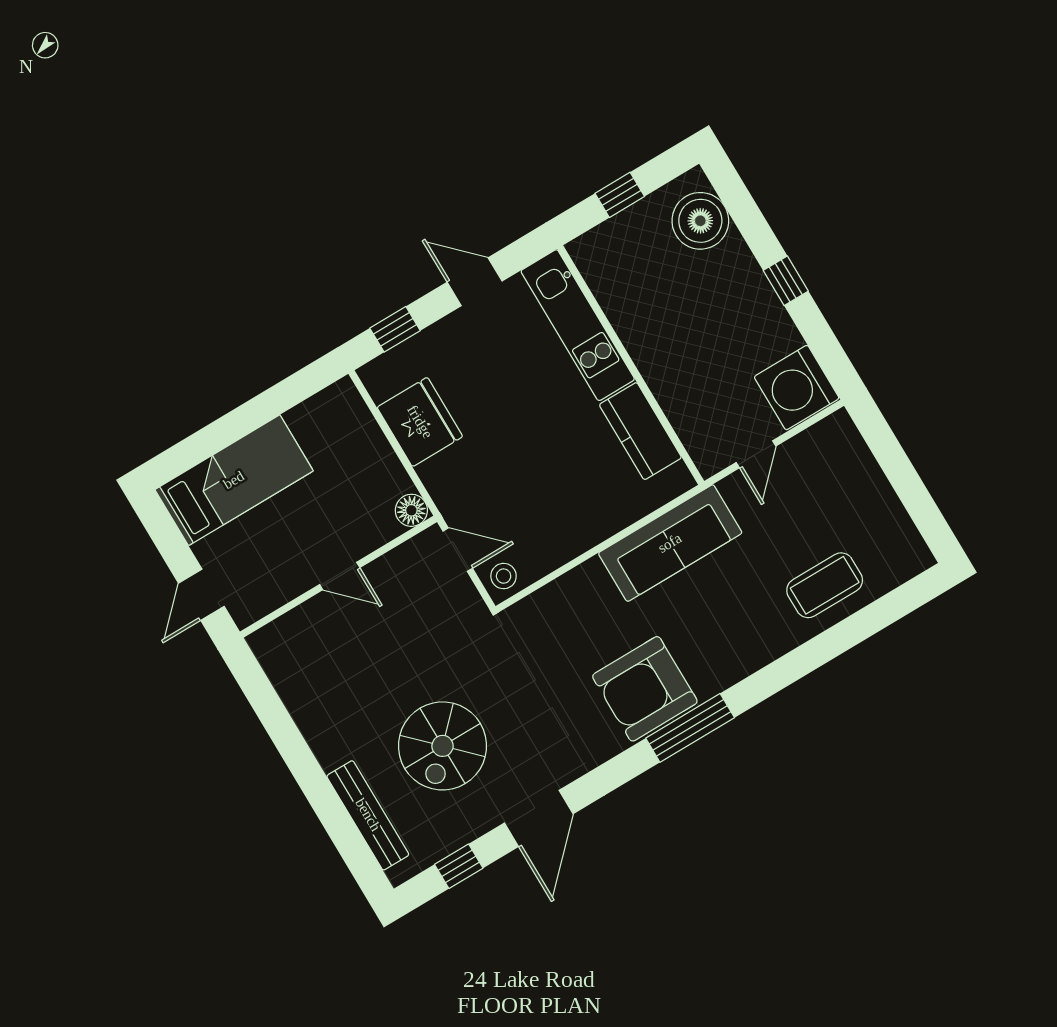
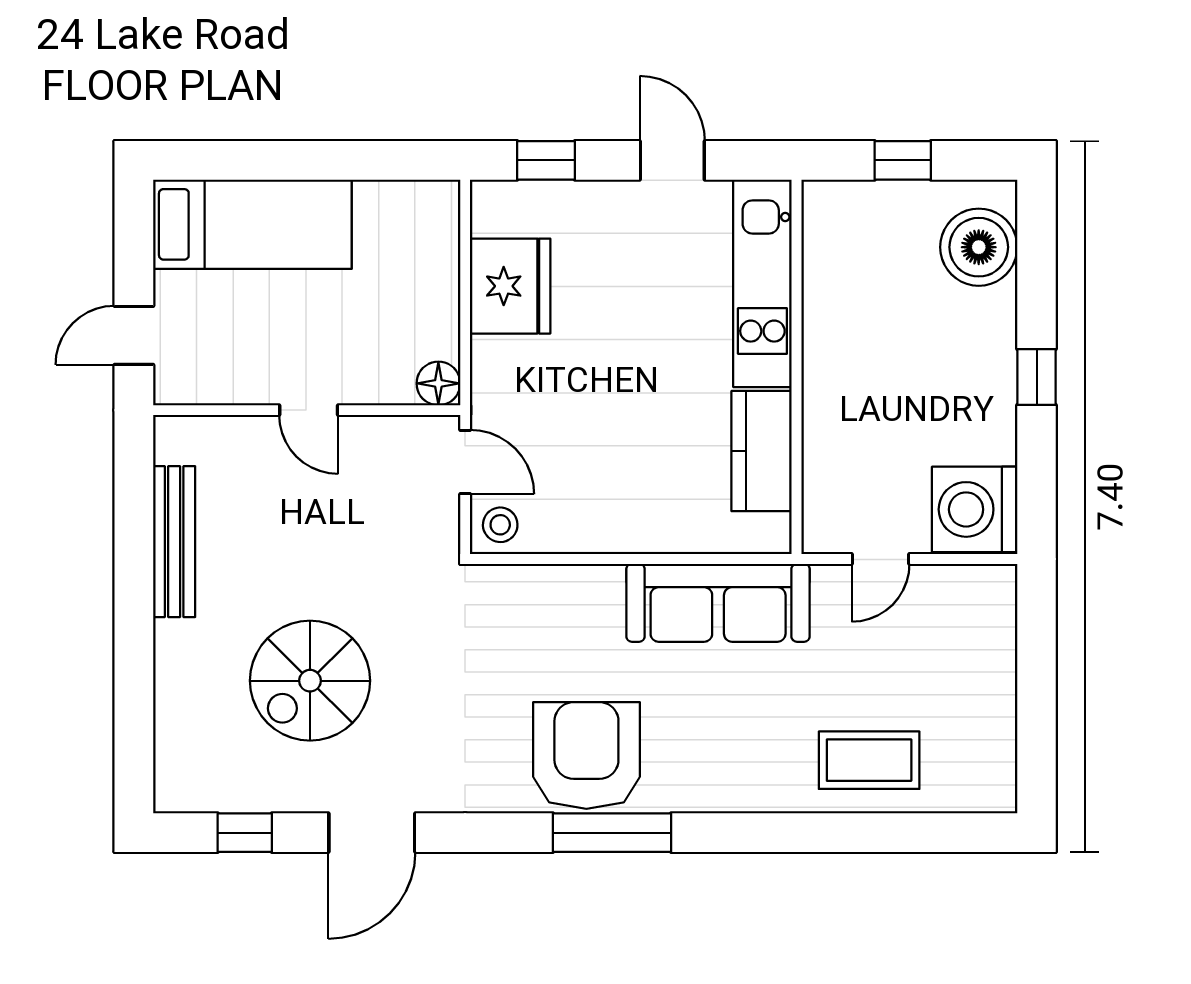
armchair: (645, 689) -> (586, 755), turned 90
bench: (368, 815) -> (174, 542), moved

